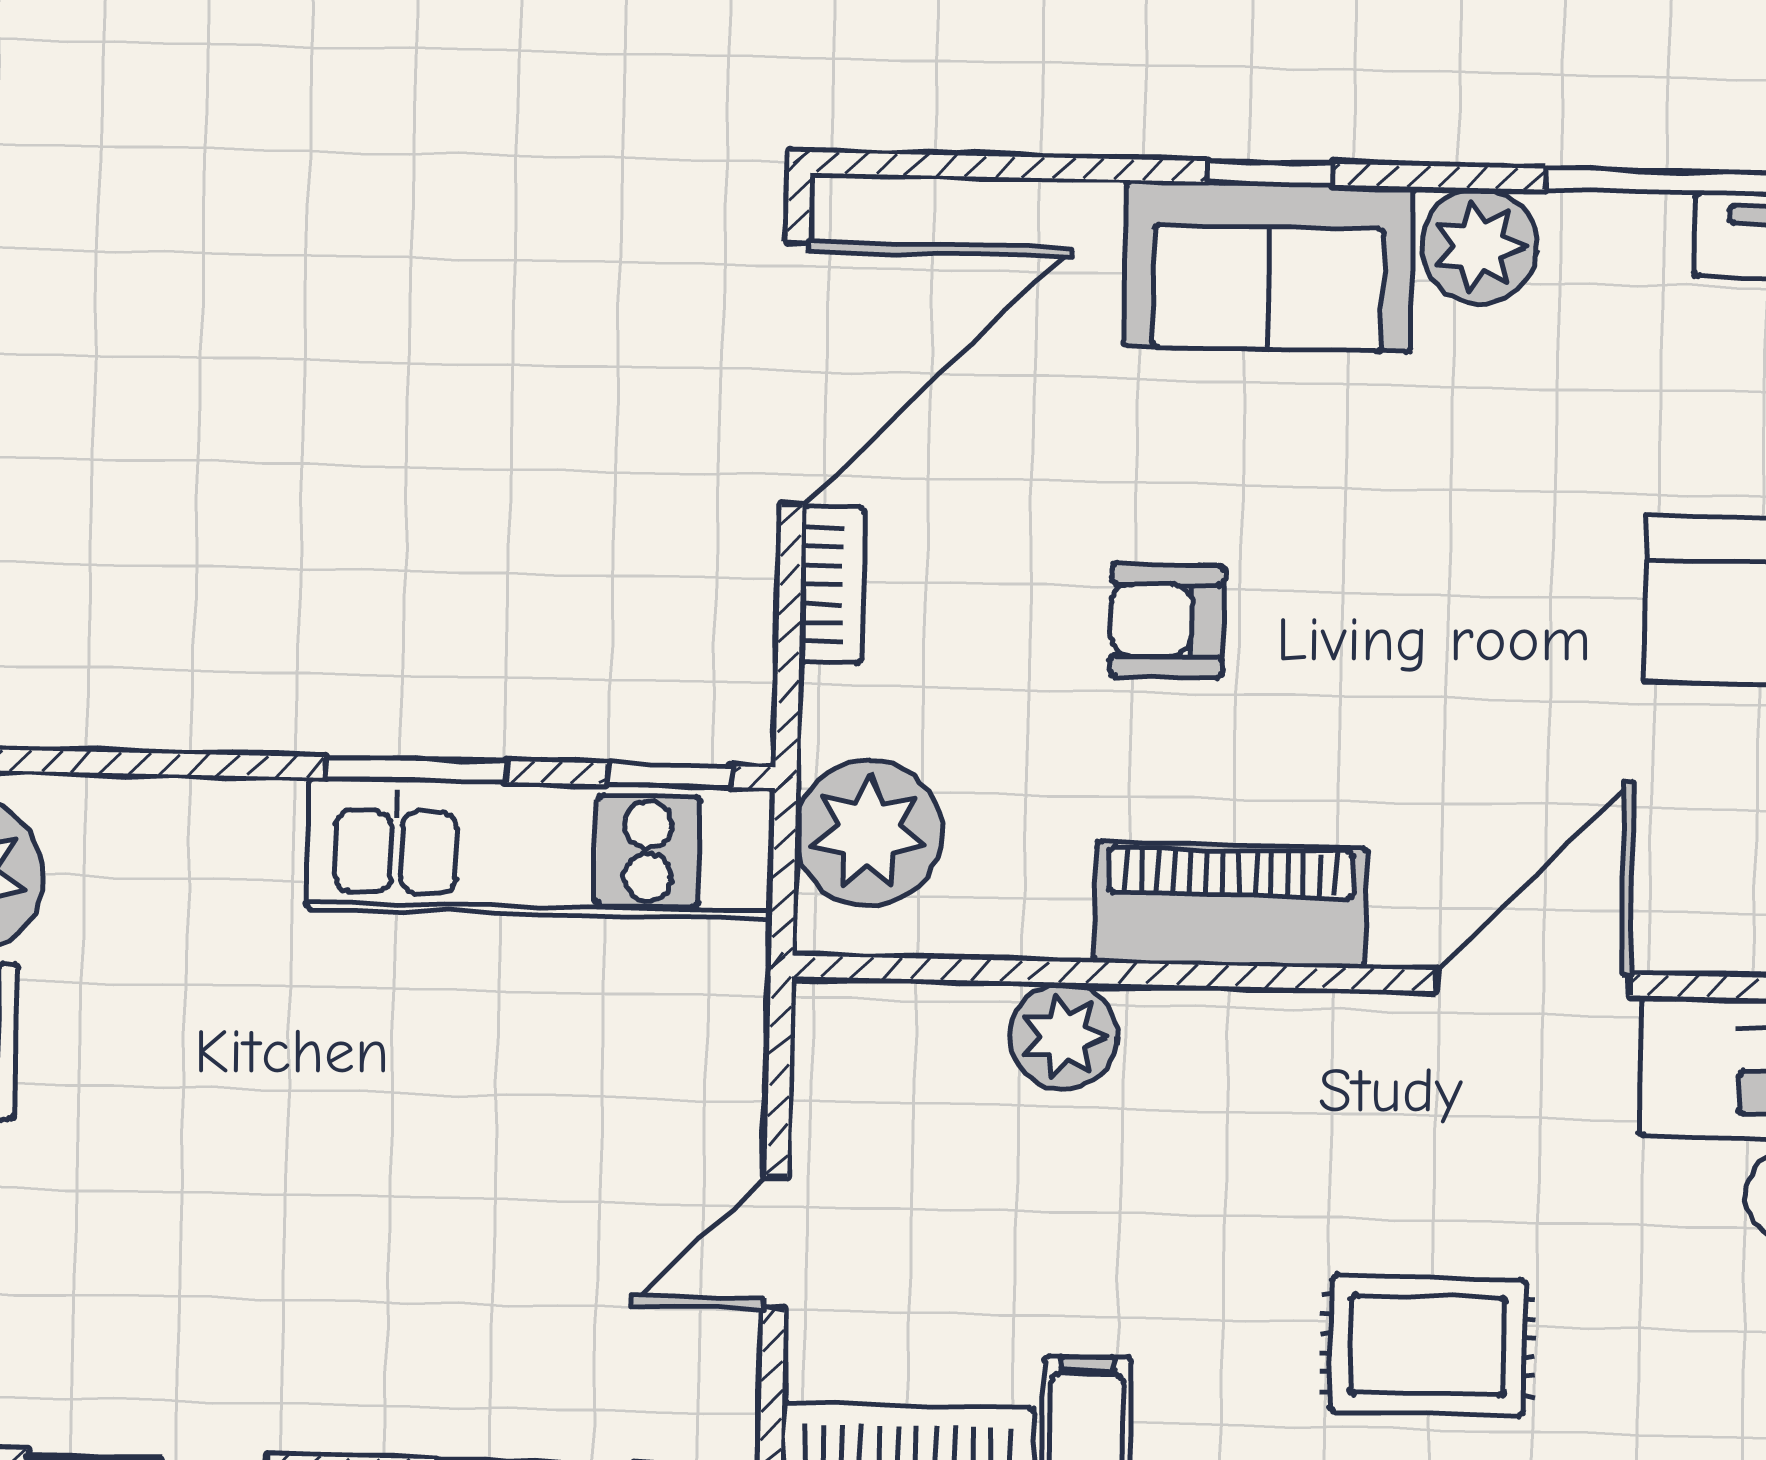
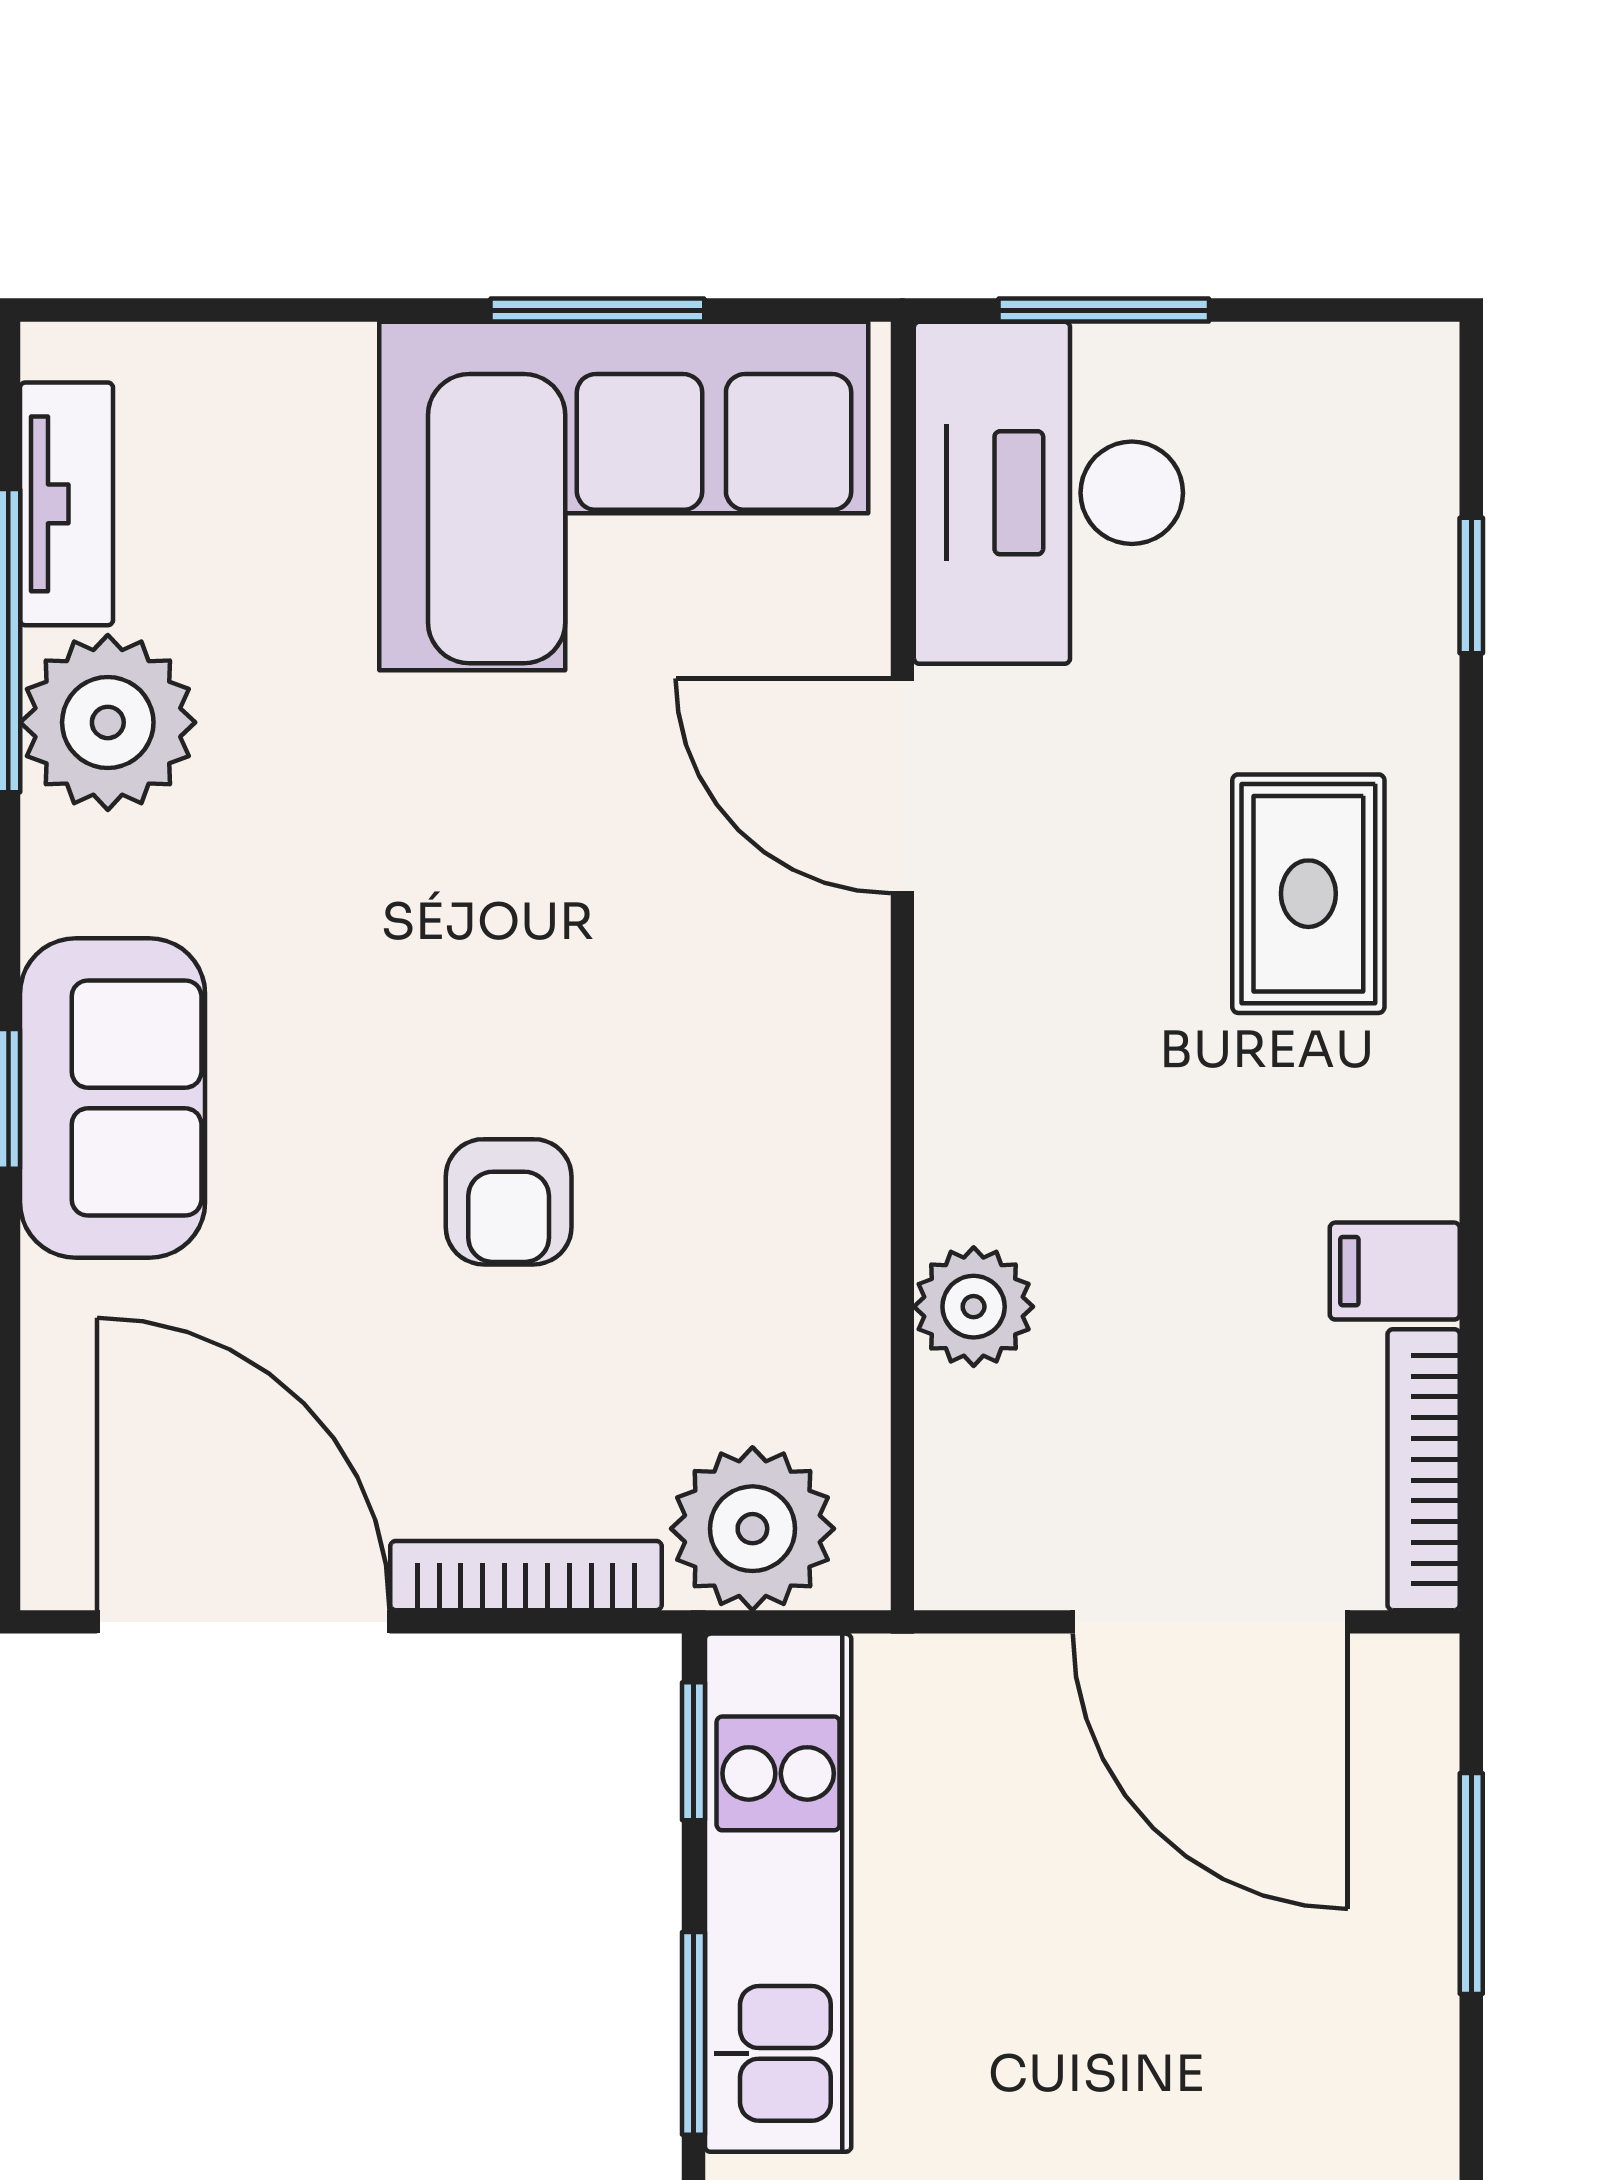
plant: (1479, 246) -> (108, 722), moved, width x1.36, depth x1.36
bookcase: (832, 585) -> (526, 1576), width x1.56
piano: (1231, 905) -> (824, 1124), removed
door: (775, 1243) -> (1210, 1622), width x1.87

